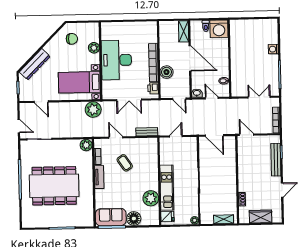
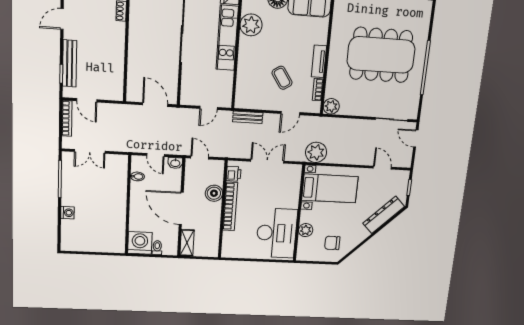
desk: (116, 60) -> (277, 233), moved
door: (247, 135) -> (87, 100), moved
door: (116, 138) -> (290, 113), hinge flipped

